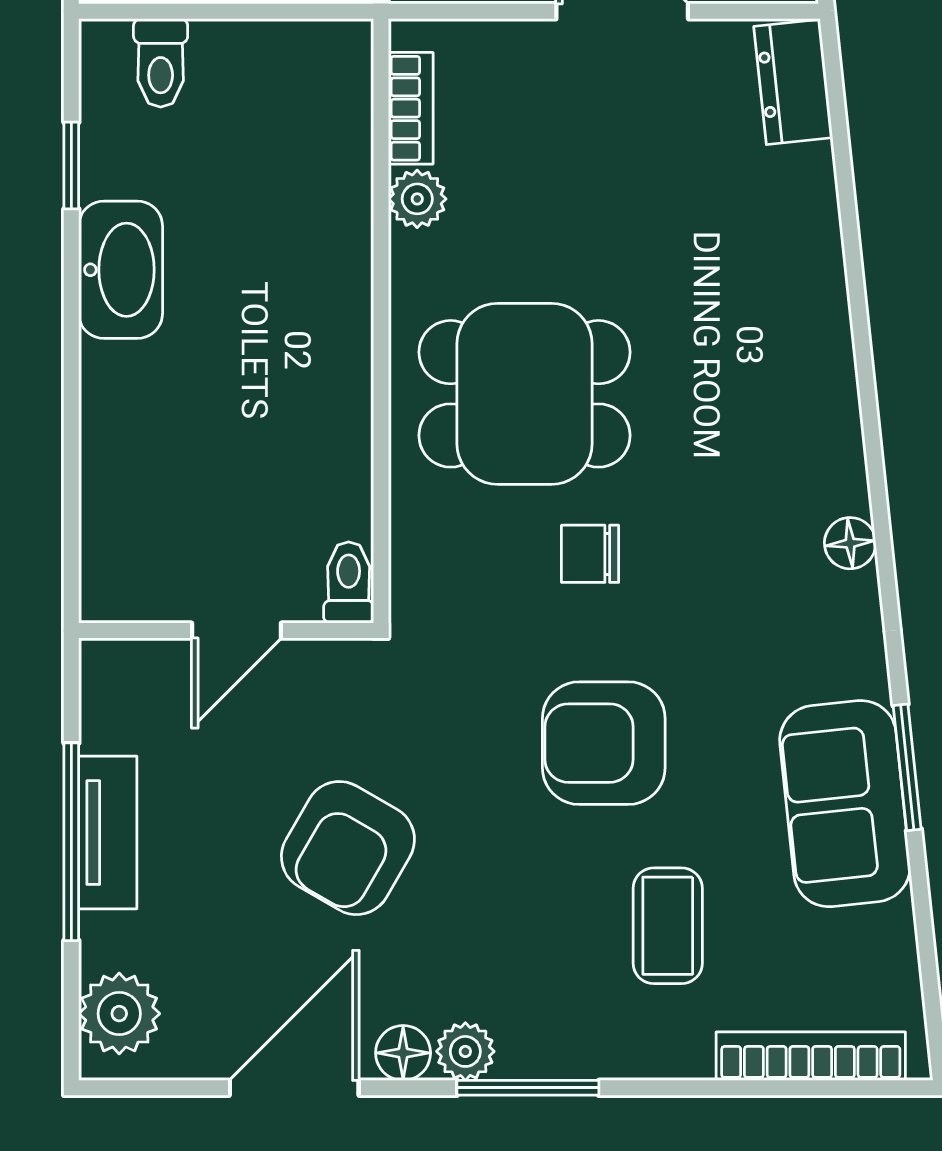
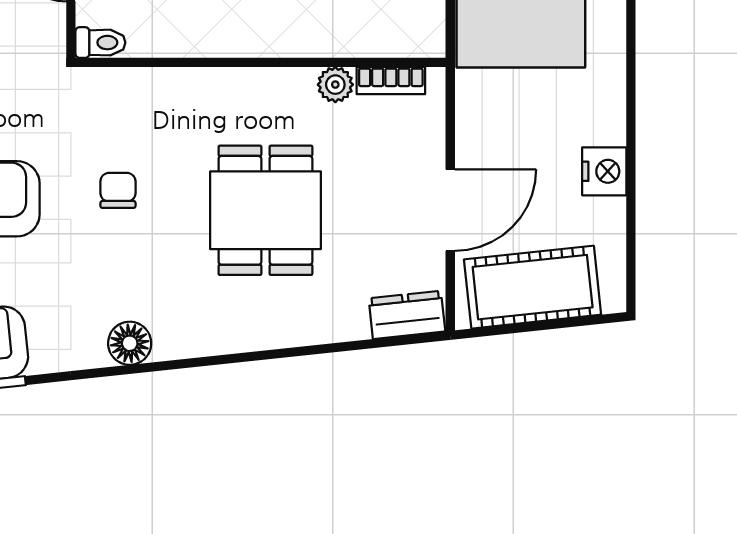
dining table: (524, 394) -> (265, 210), moved
floor lamp: (850, 543) -> (130, 343), width x1.37, depth x1.37

